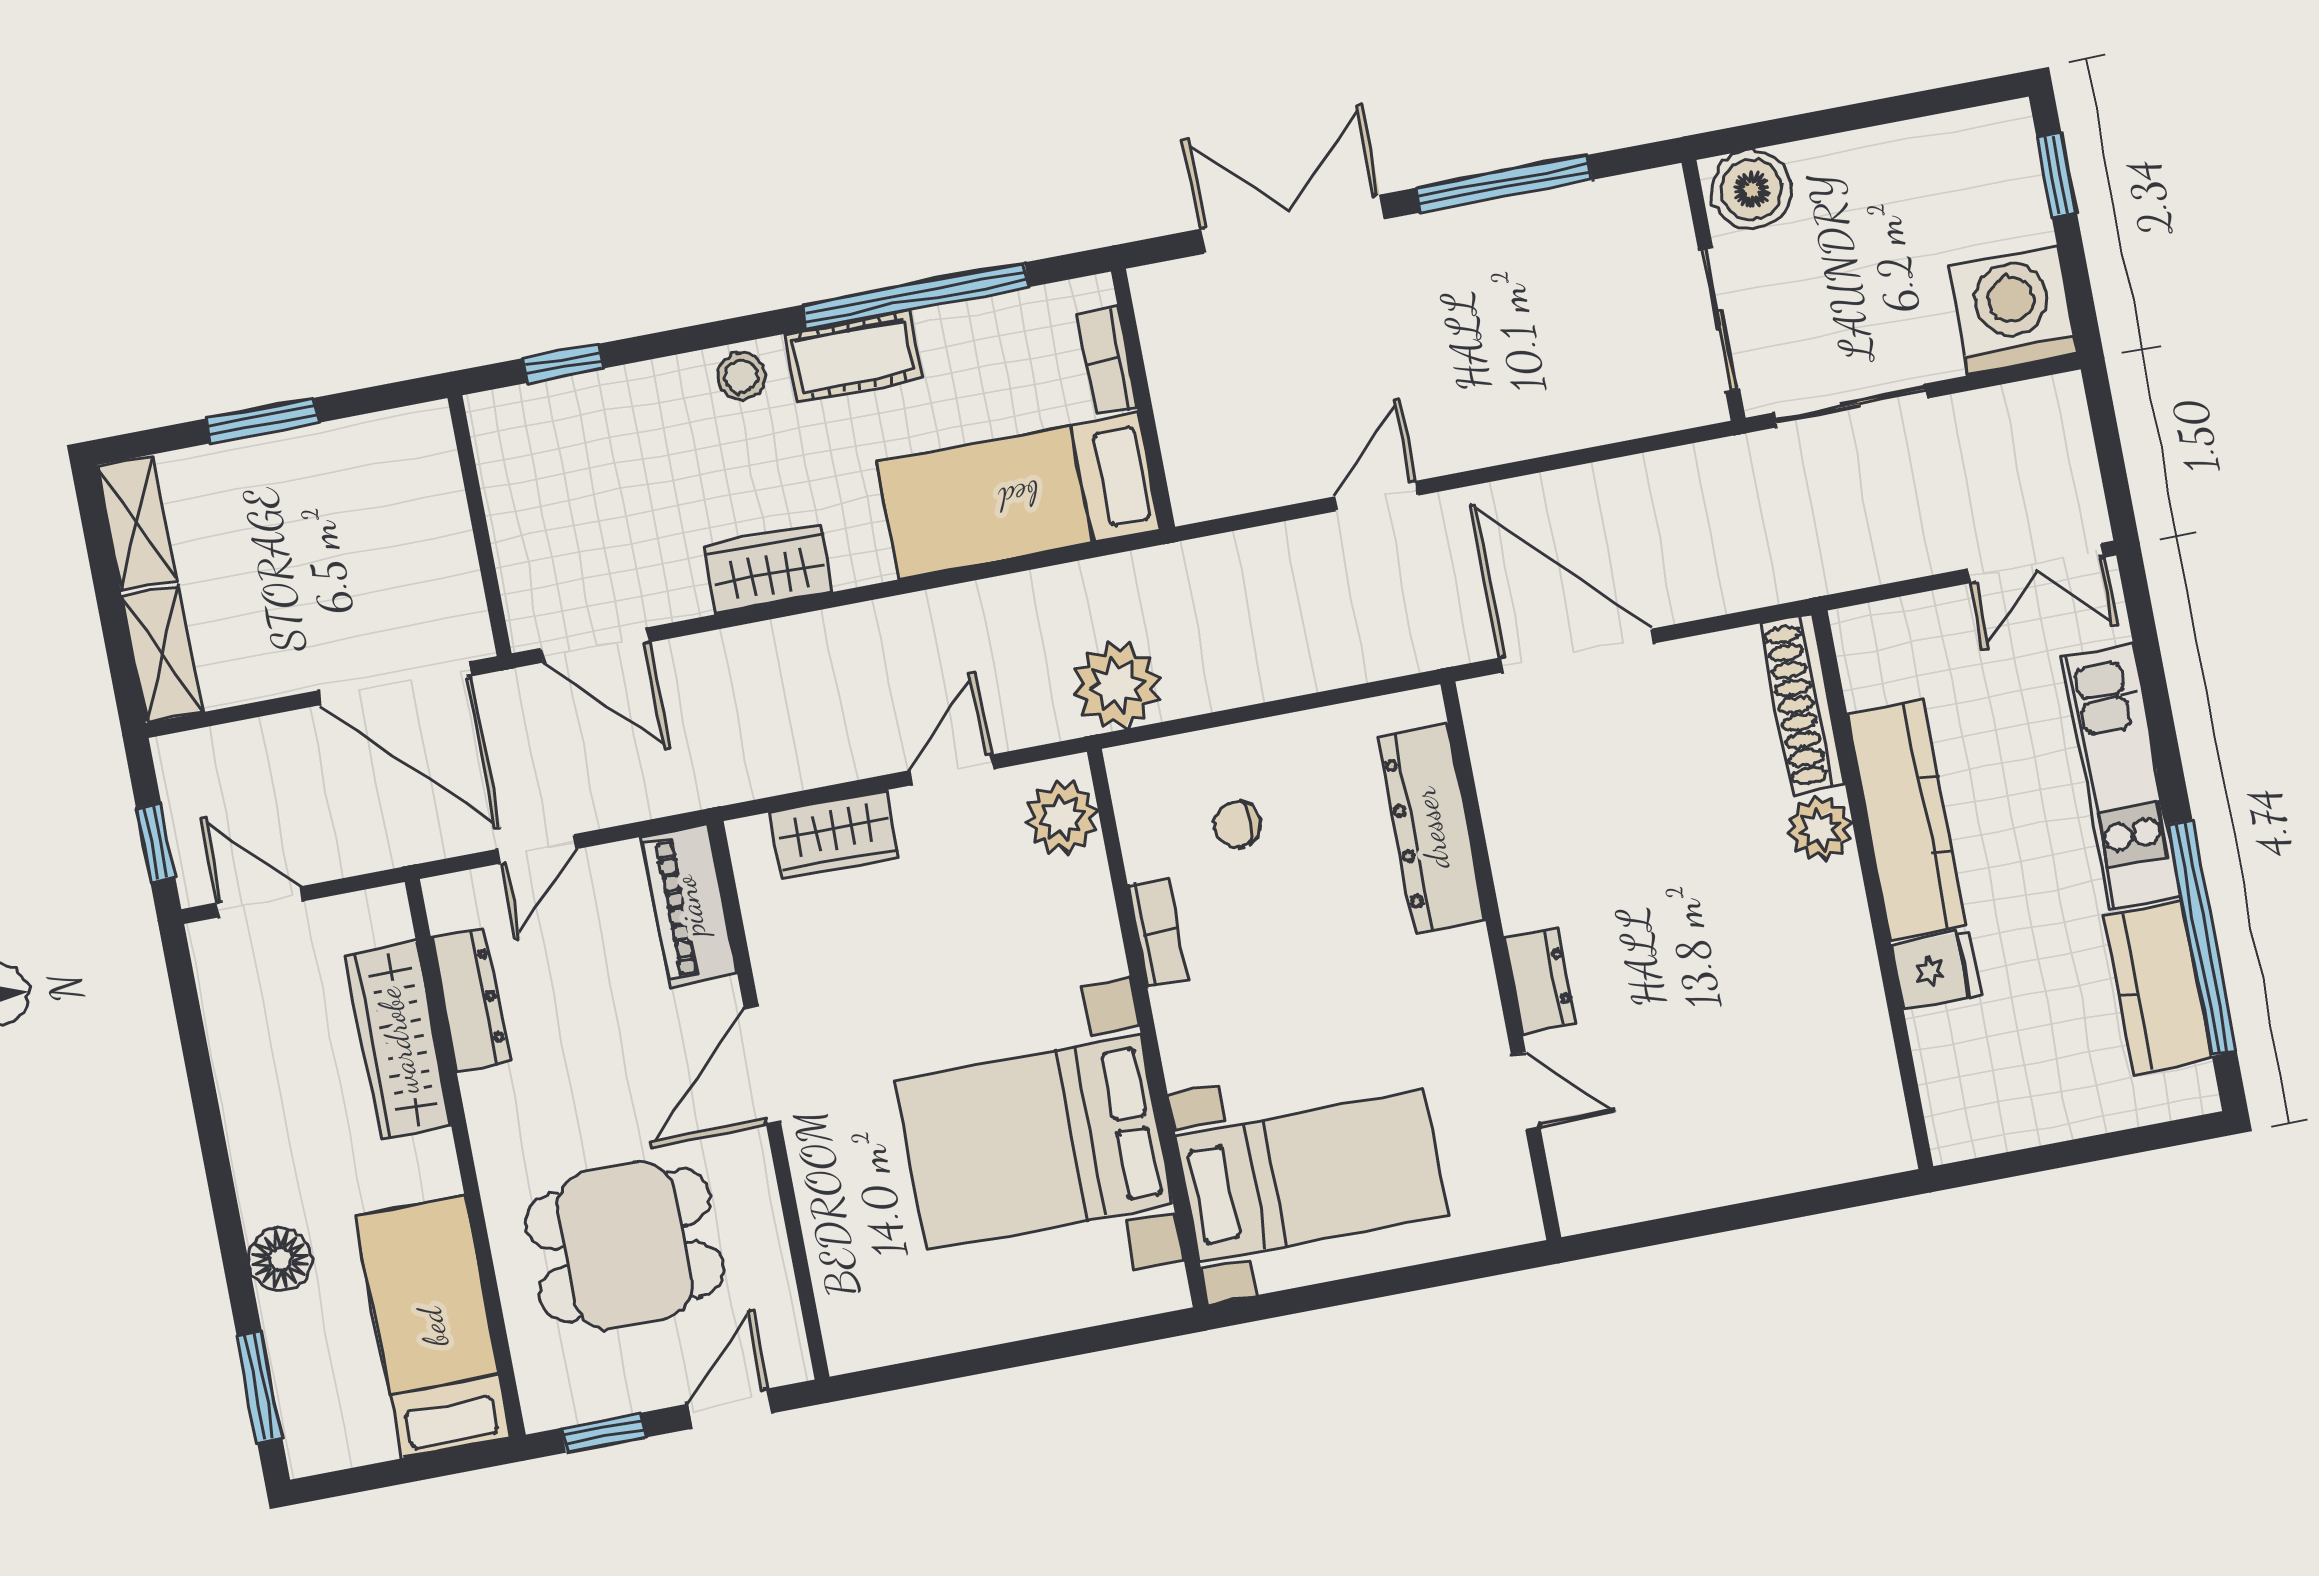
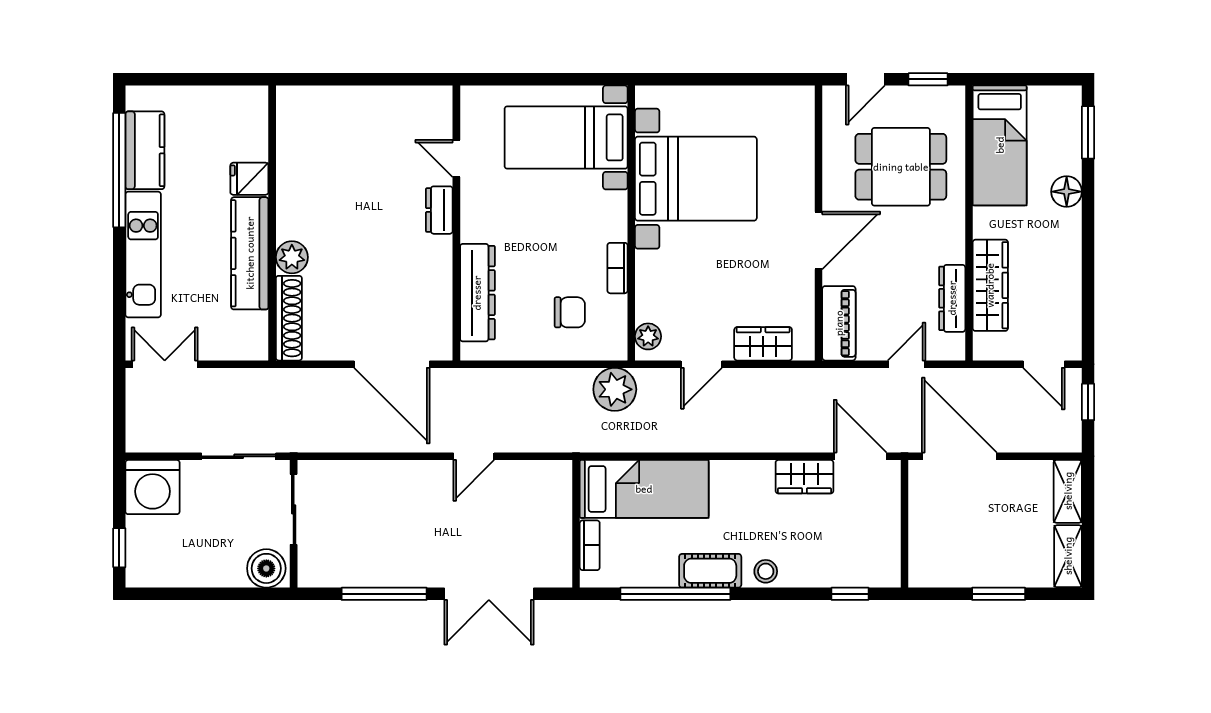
wardrobe: (769, 569) -> (804, 477), moved
plant: (1062, 817) -> (648, 336), width x0.73, depth x0.73
chair: (1237, 824) -> (570, 312), width x1.37, depth x1.37

